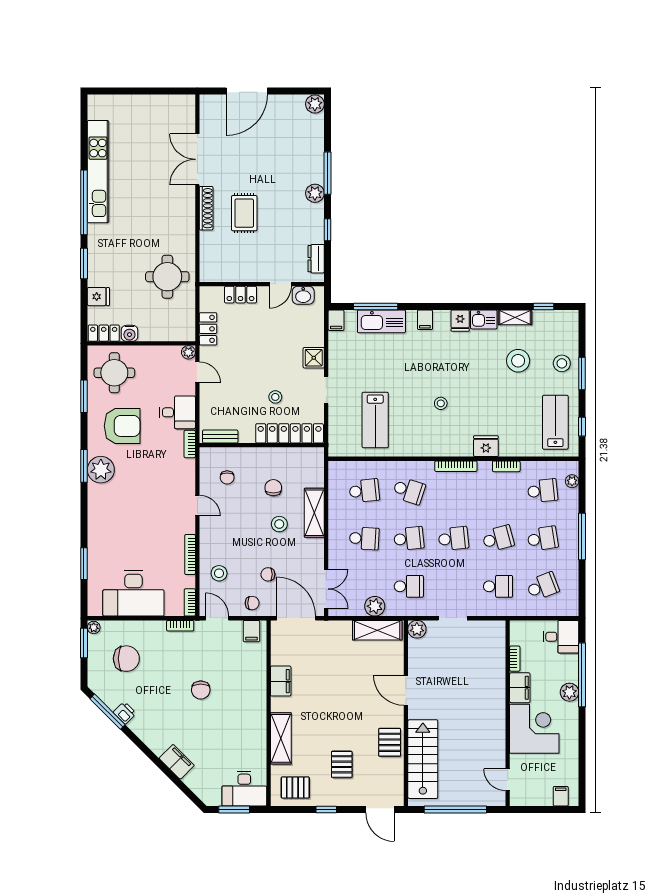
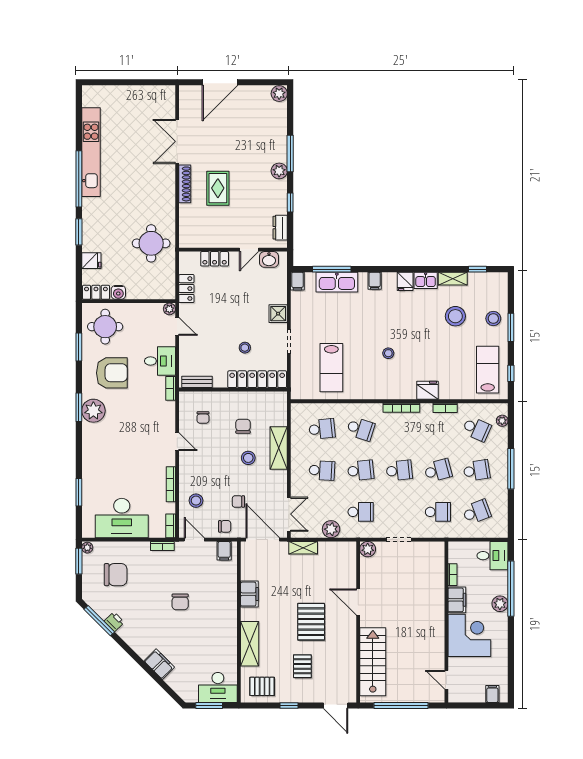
school desk: (543, 491) -> (477, 429), turned 30
shelving: (377, 630) -> (303, 548), moved, width x0.67, depth x0.75
pallet: (390, 742) -> (311, 622), moved, width x1.50, depth x1.42

